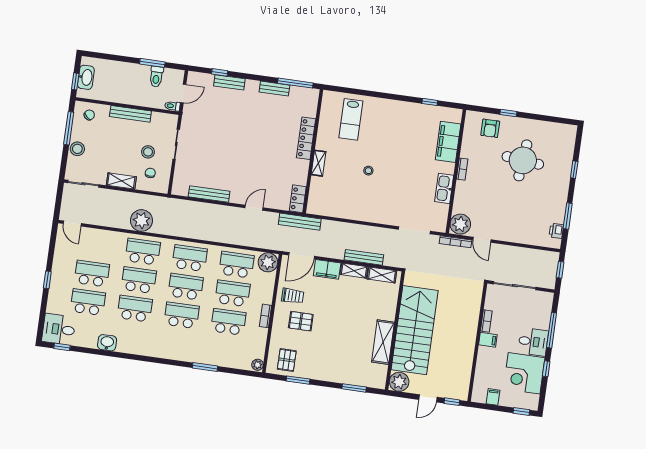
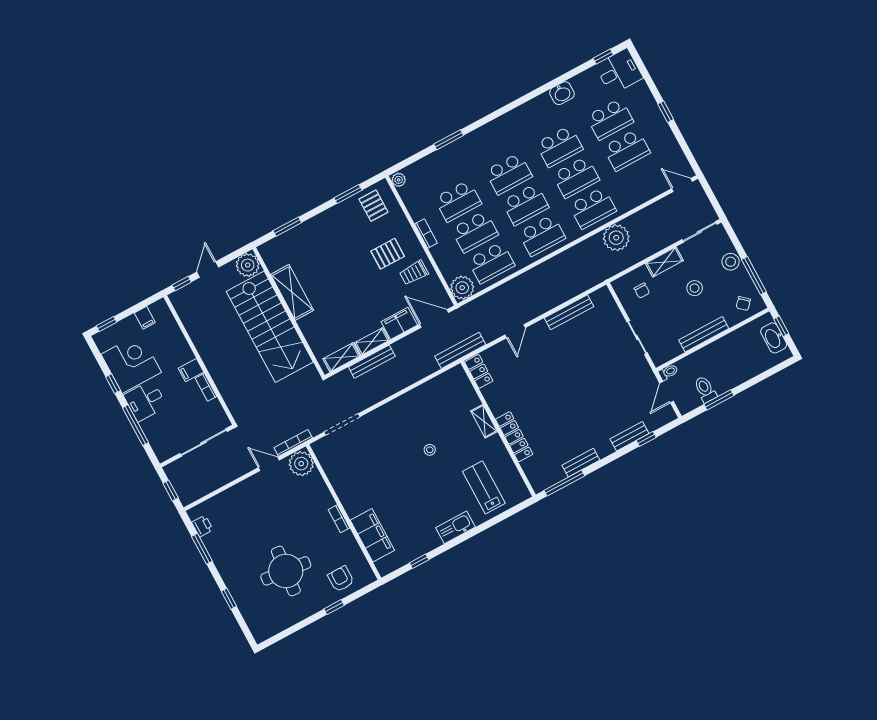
stool: (148, 152) -> (695, 288), moved
kitchen sink: (444, 188) -> (455, 527), moved, turned -90
door: (302, 256) -> (434, 318), hinge flipped

